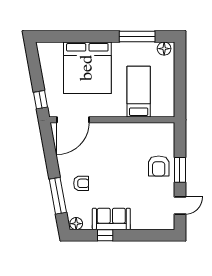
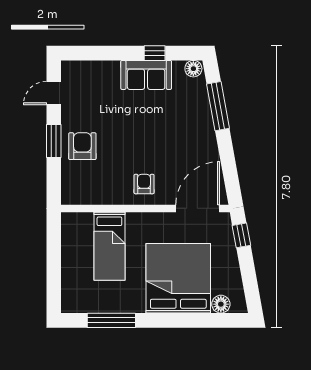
floor lamp: (164, 49) -> (221, 304), moved
armchair: (81, 183) -> (144, 184), moved, turned 90

